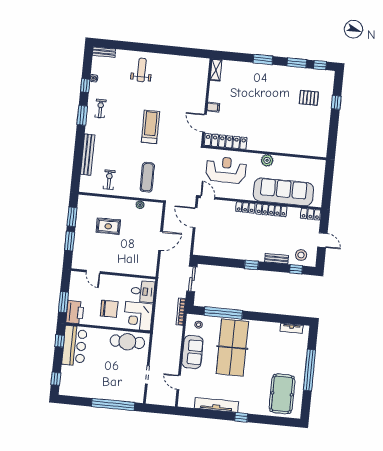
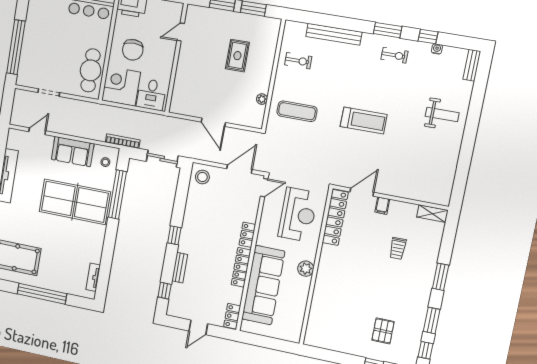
trolley: (245, 93) -> (398, 248), added
stool: (301, 255) -> (202, 177), moved

